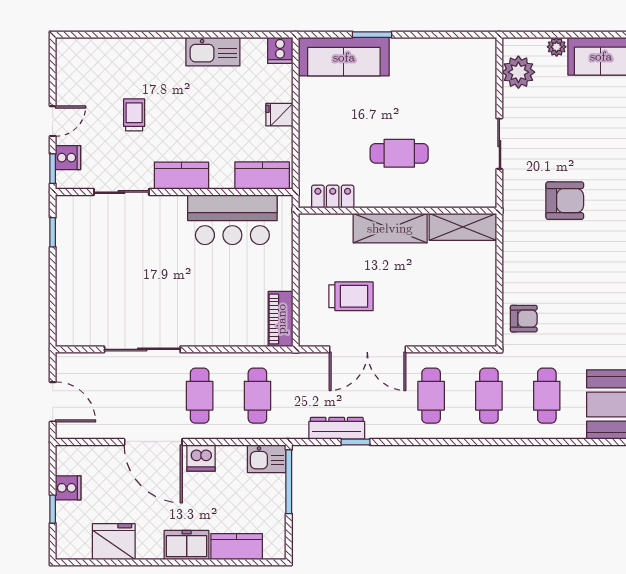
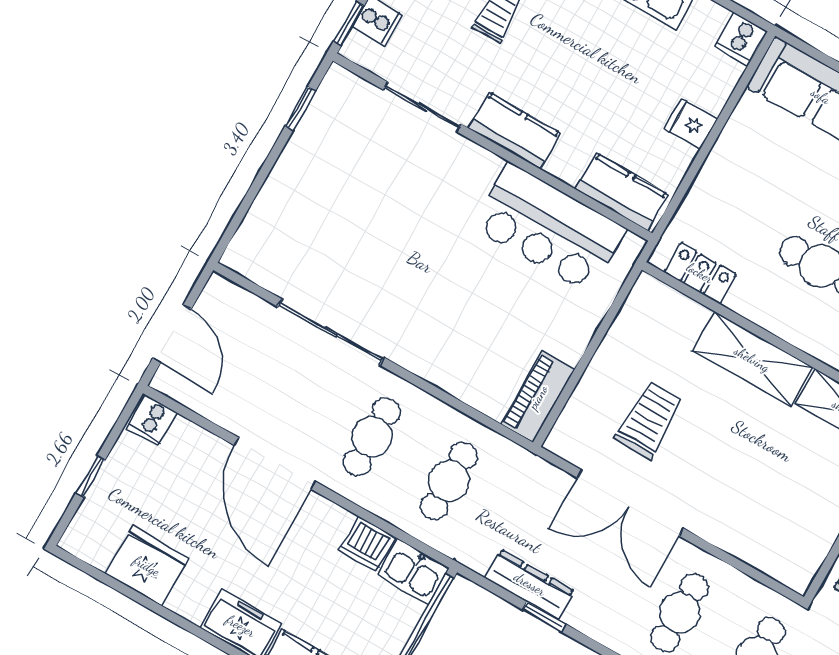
trolley: (351, 296) -> (649, 420), turned -90
dishwasher: (201, 458) -> (367, 544), moved
cooker: (68, 488) -> (152, 421), moved, turned 90

